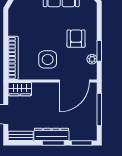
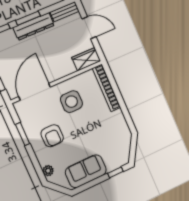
plant: (92, 59) -> (48, 171), moved

